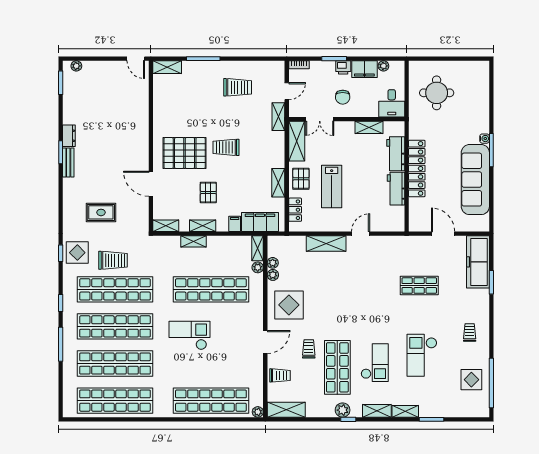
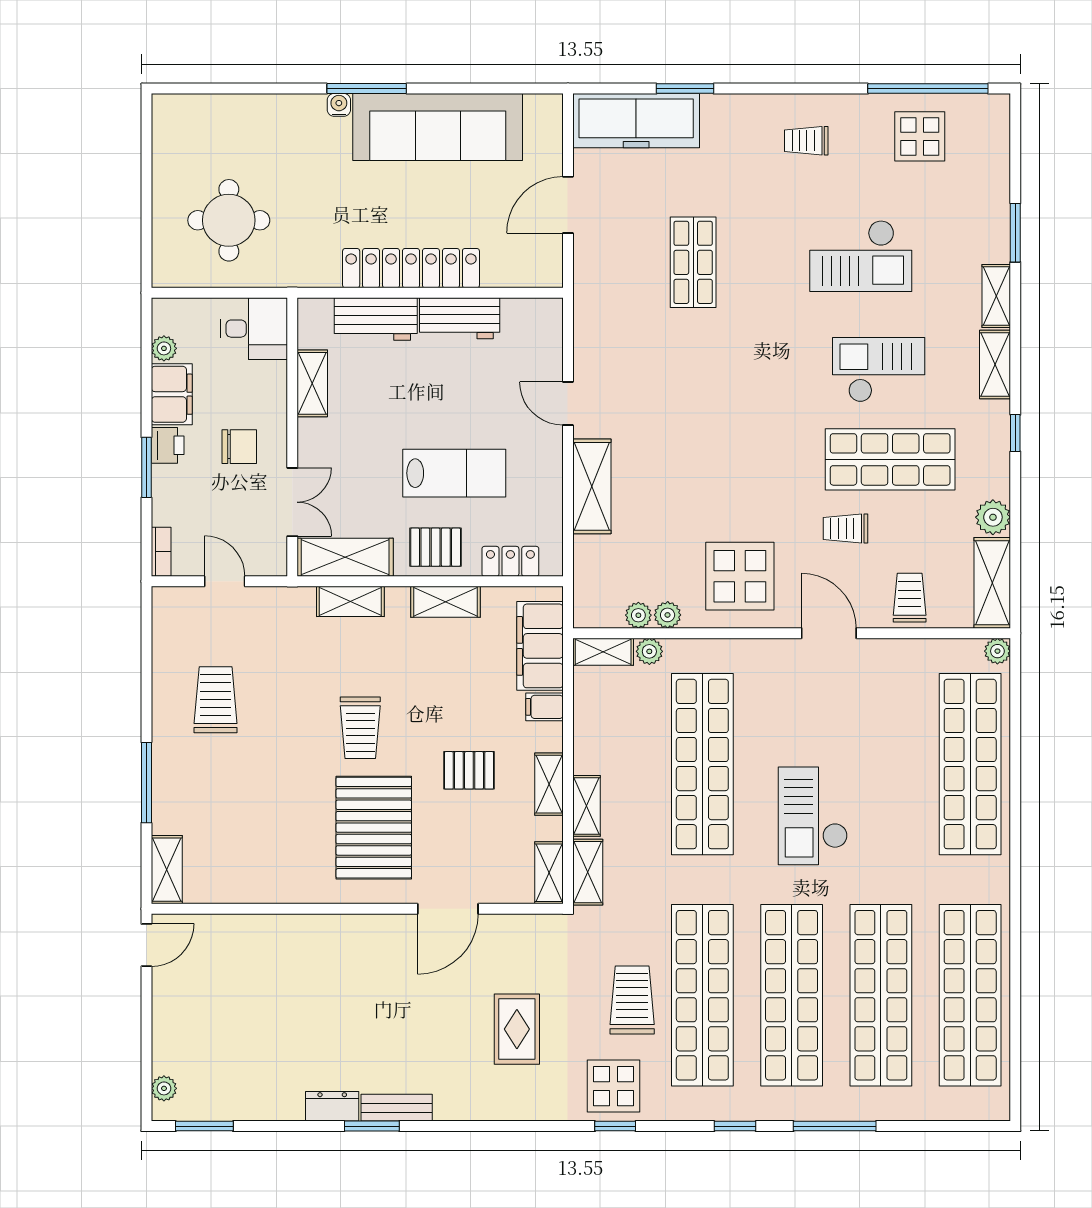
shelving: (278, 117) -> (350, 601), moved
shelving: (166, 242) -> (588, 872), added
plant: (343, 410) -> (993, 517), moved

